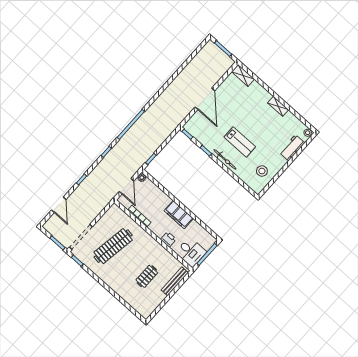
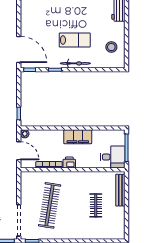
door: (205, 99) -> (19, 49), moved
printer: (168, 239) -> (69, 163), moved

